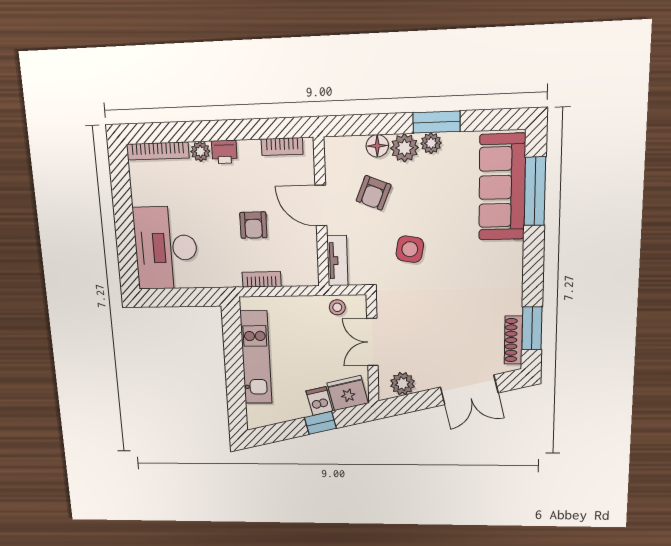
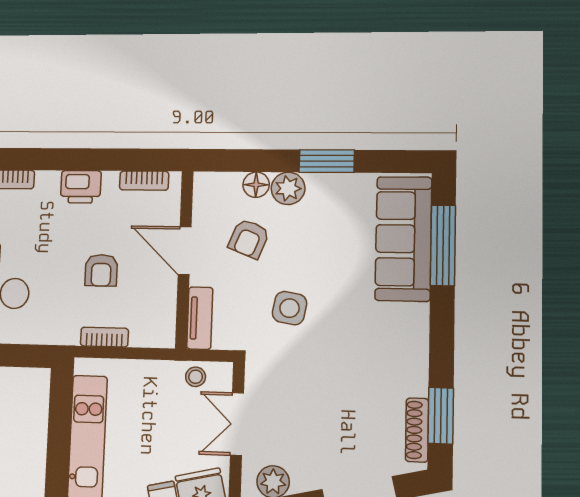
plant: (431, 143) -> (320, 184), removed
plant: (200, 151) -> (48, 182), removed
printer: (224, 152) -> (81, 187), width x1.36, depth x1.24

